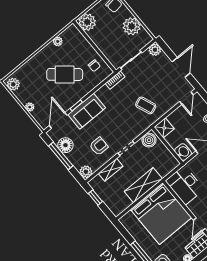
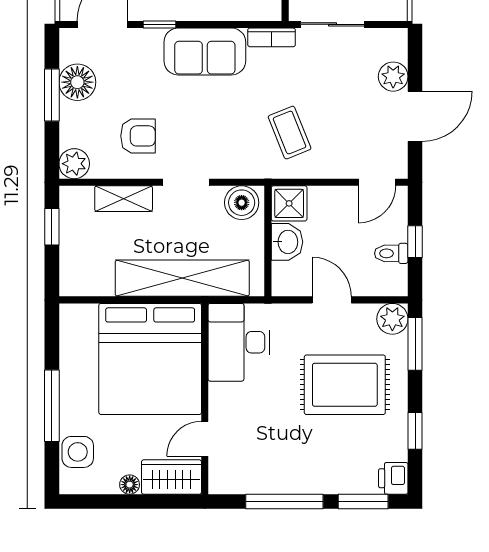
plant: (155, 50) -> (393, 77), moved
sofa: (87, 111) -> (205, 51), moved
washbasin: (183, 152) -> (287, 242), moved
window: (61, 156) -> (52, 95), width x0.69
shelving: (143, 185) -> (182, 278), width x1.47

